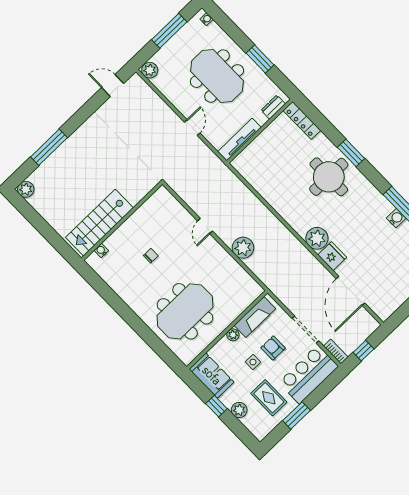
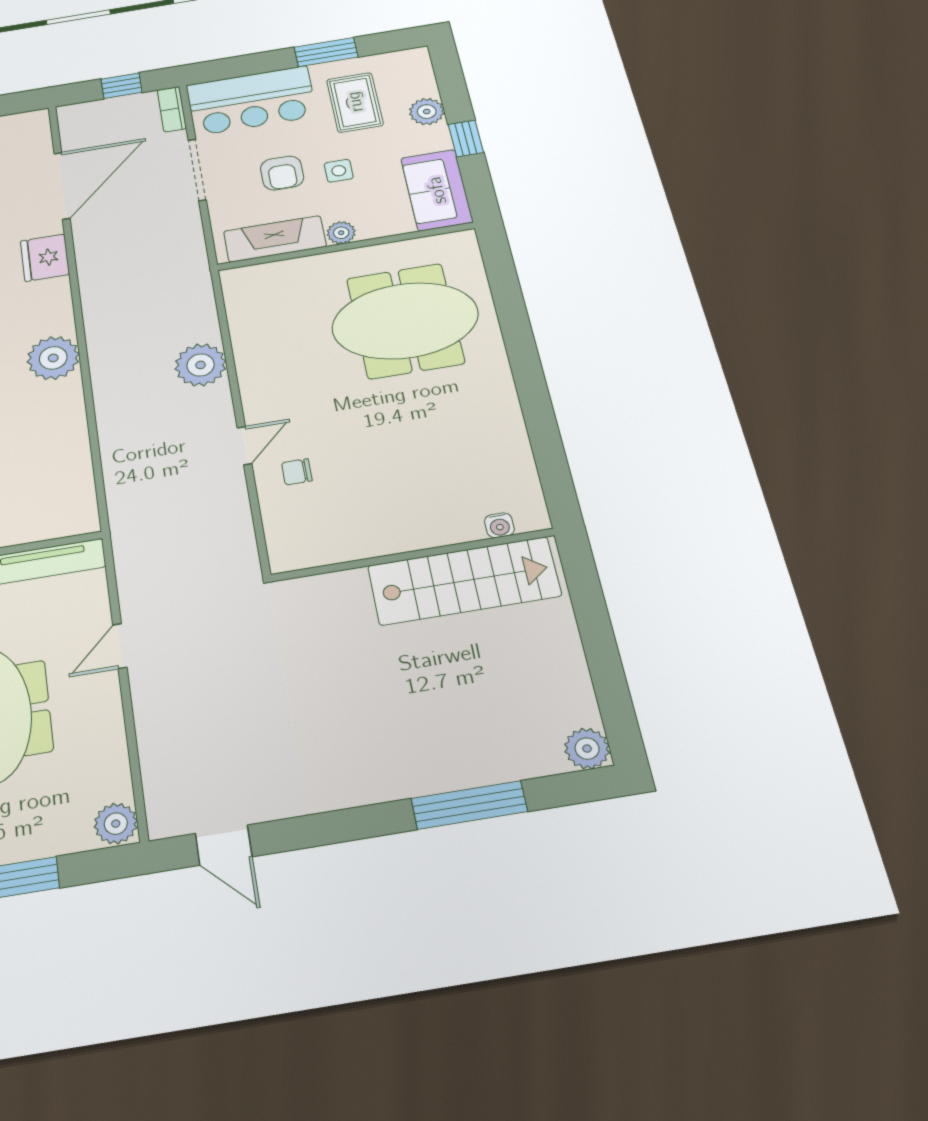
plant: (317, 238) -> (53, 358), moved
chair: (151, 256) -> (297, 472), moved

